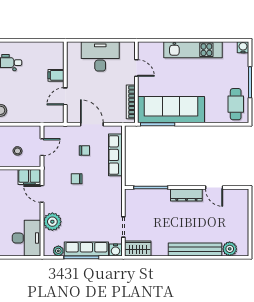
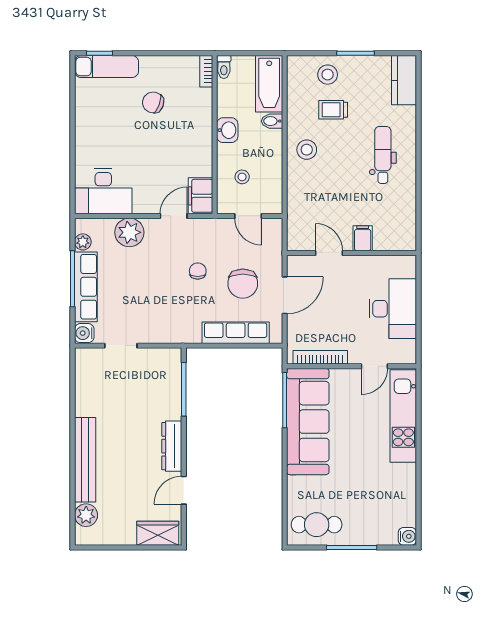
kitchen unit: (193, 50) -> (403, 416), moved
chair: (84, 151) -> (243, 284), width x1.87, depth x1.87
wardrobe: (138, 248) -> (158, 533), moved, turned -90

